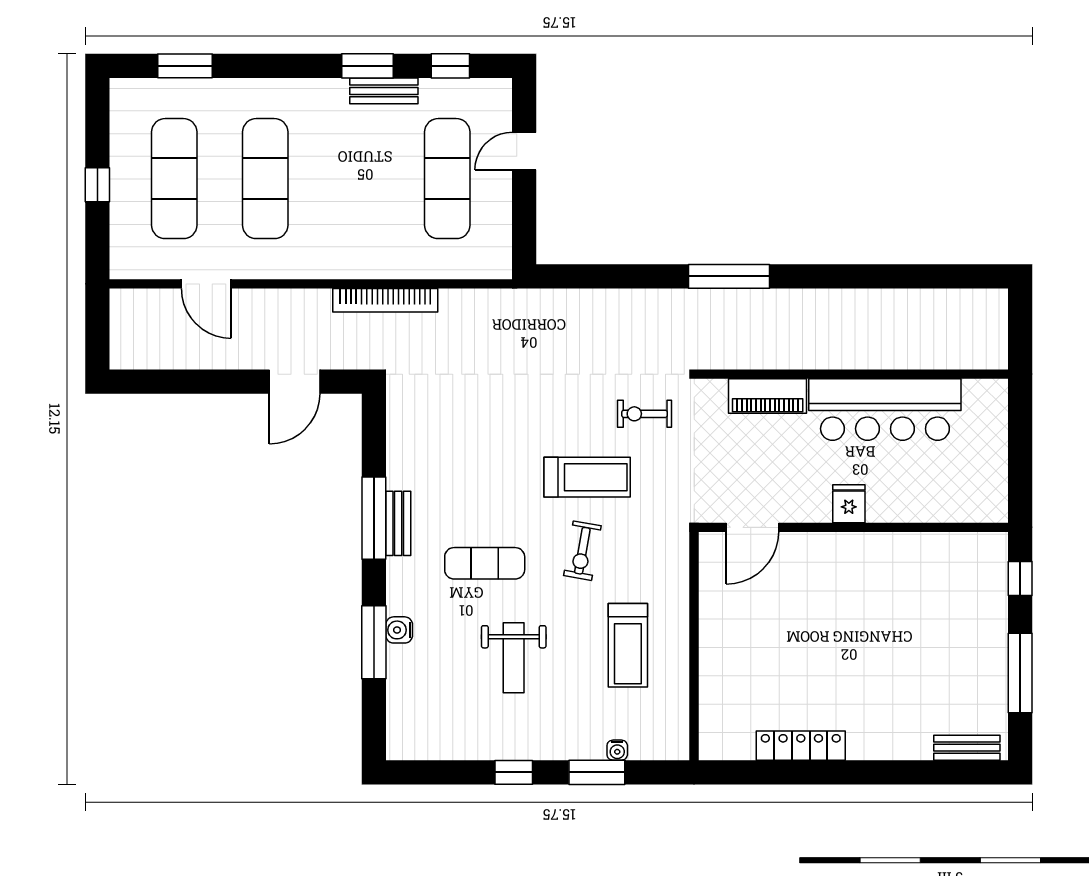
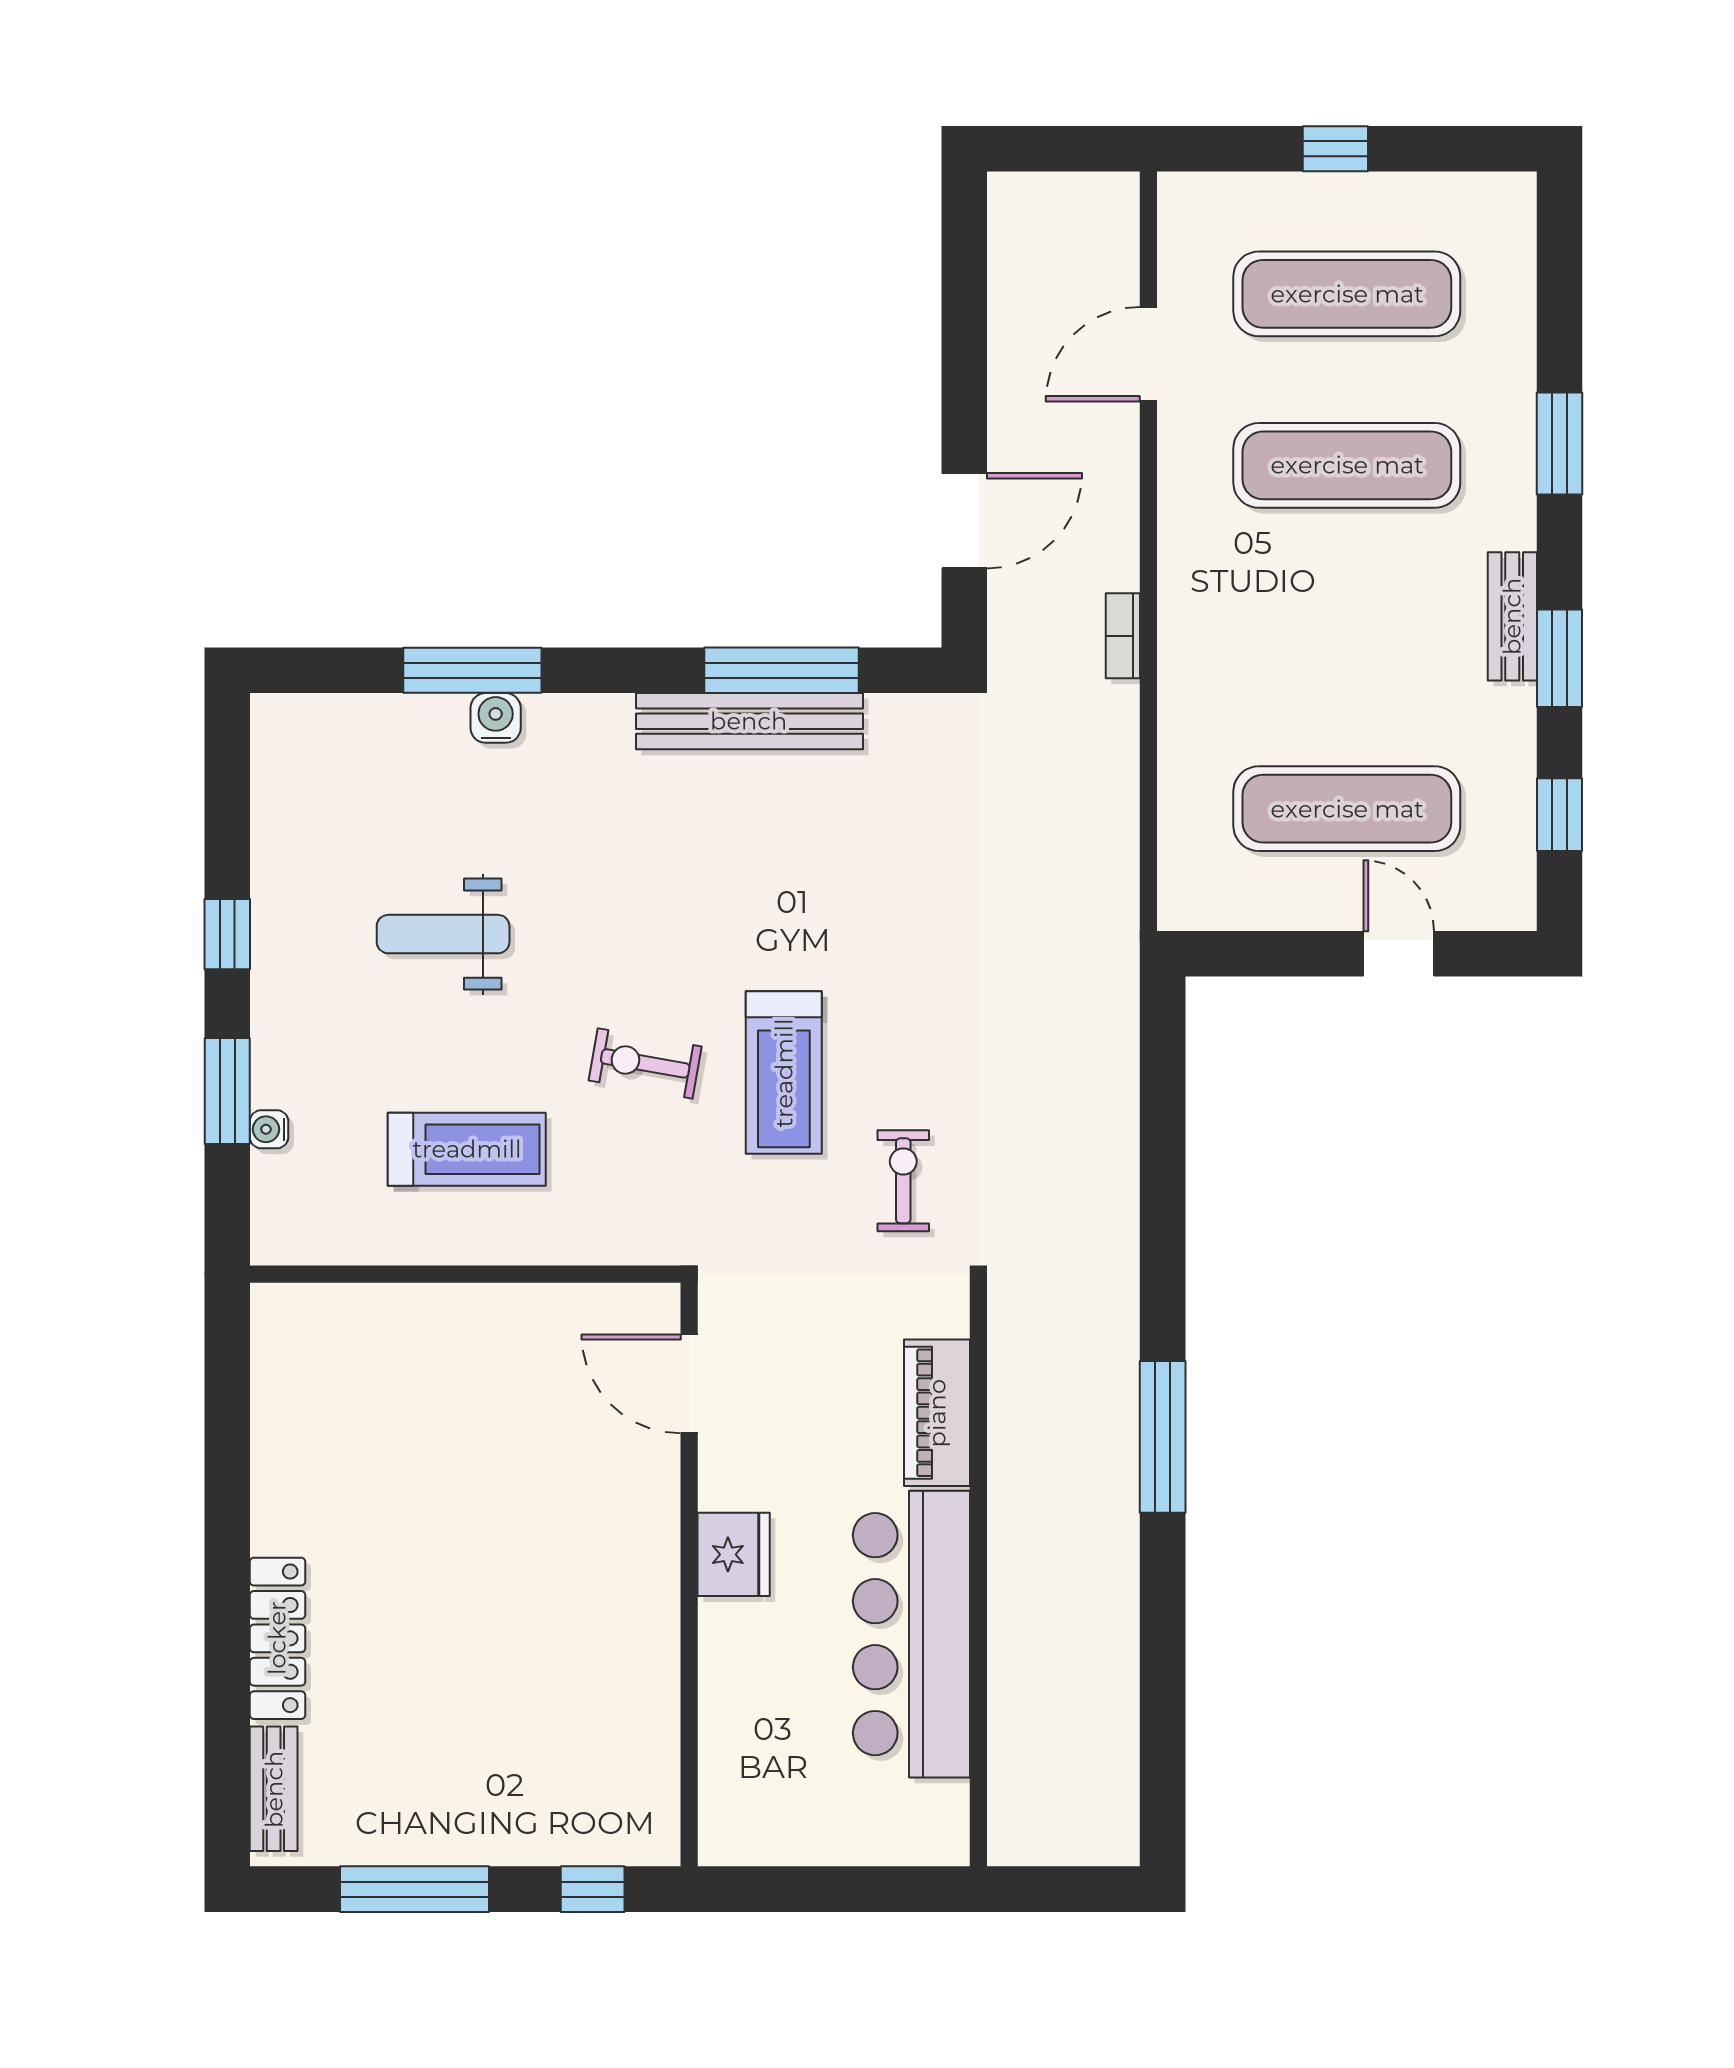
window: (185, 66) -> (1559, 443), moved
bench: (384, 91) -> (1512, 616), moved
window: (729, 276) -> (1163, 1437), moved
bookcase: (385, 300) -> (1123, 636), width x0.43, depth x0.76
door: (295, 382) -> (964, 521), swing flipped
fridge: (849, 504) -> (734, 1554), width x1.38
window: (374, 518) -> (781, 670), moved
bench: (398, 523) -> (749, 721), width x1.86, depth x1.21
exercise mat: (485, 563) -> (621, 879), removed
treadmill: (628, 645) -> (467, 1149), turned 180
locker: (801, 746) -> (277, 1638), moved

